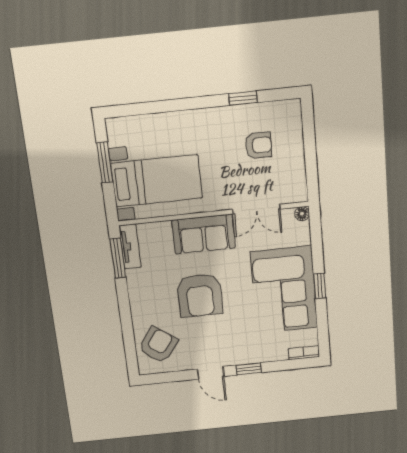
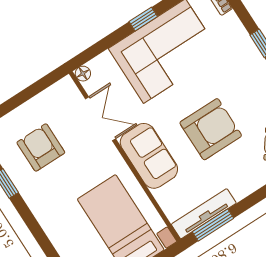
armchair: (258, 145) -> (41, 147), width x1.38, depth x1.38
tv unit: (130, 246) -> (204, 214), width x1.41

